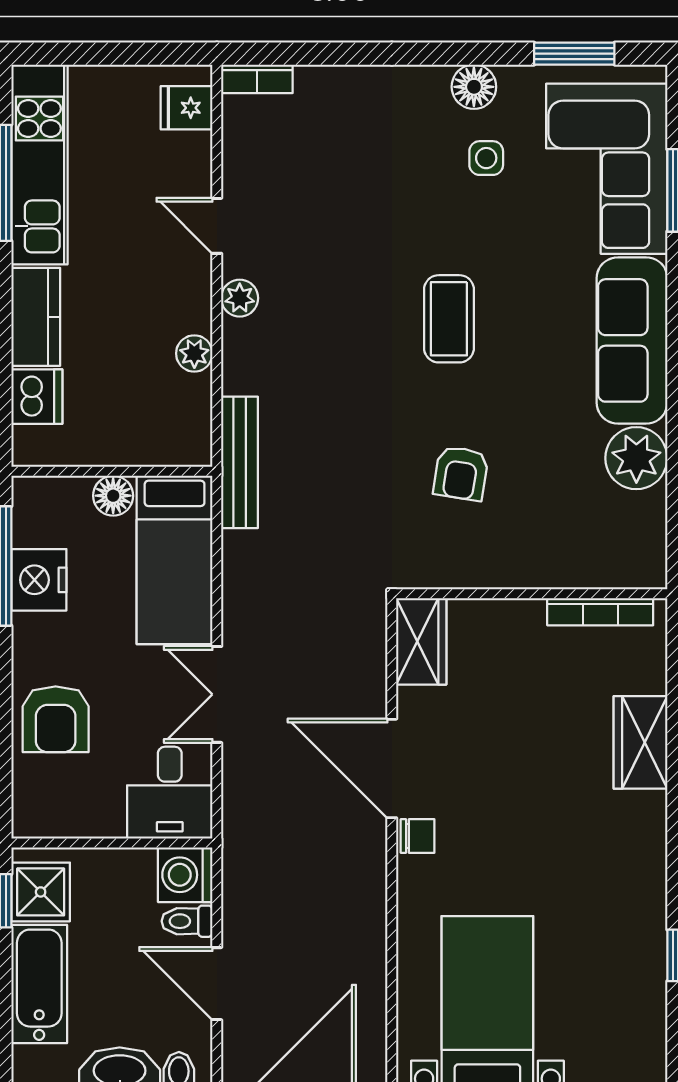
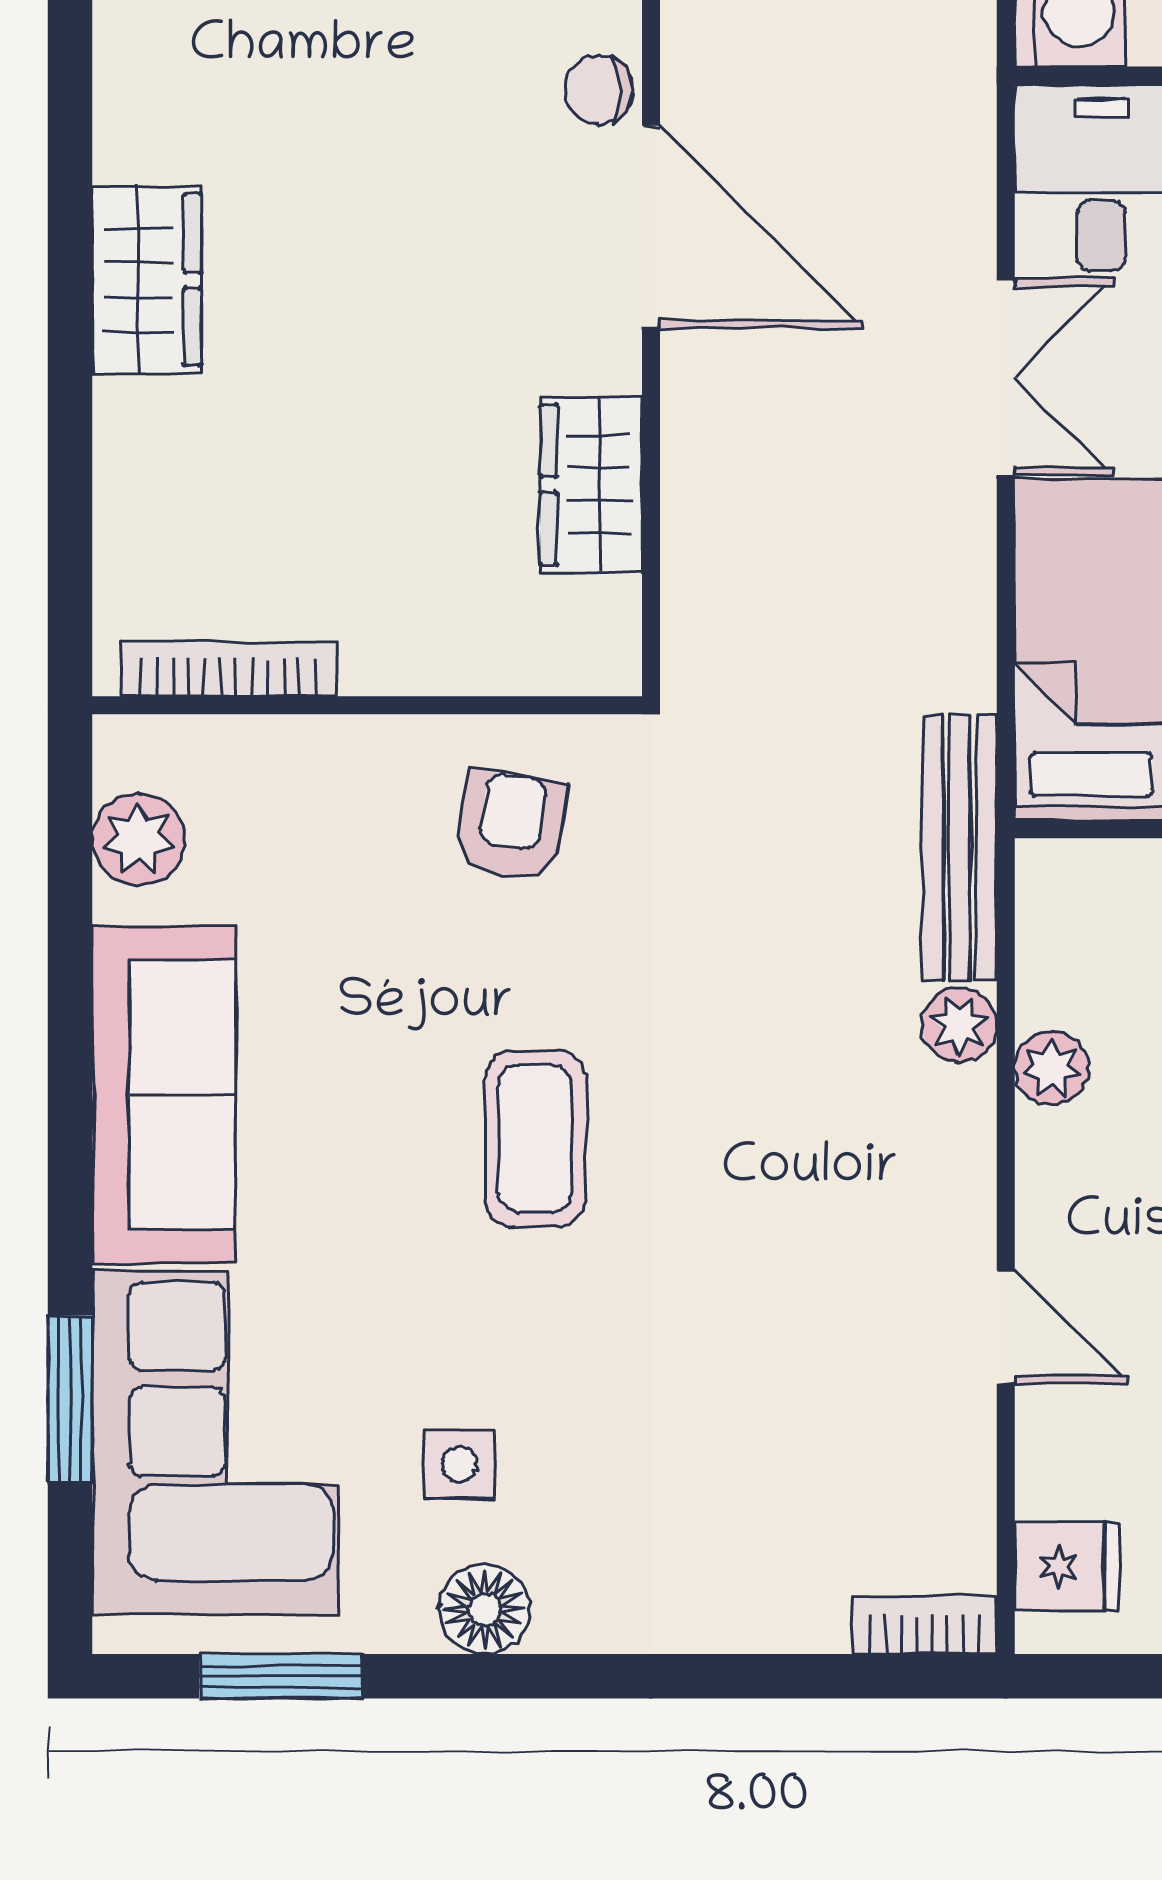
plant: (240, 298) -> (959, 1025), moved
plant: (636, 458) -> (138, 839), width x0.73, depth x0.73
wall: (532, 594) -> (367, 705), moved
bookcase: (600, 612) -> (228, 669), moved

